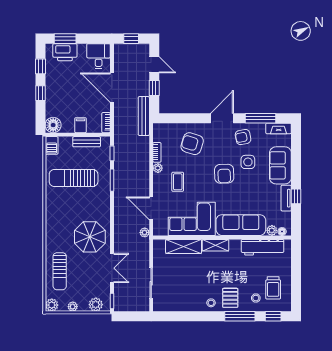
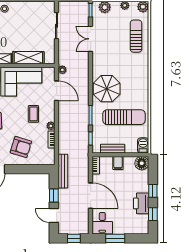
window: (65, 39) -> (115, 238), moved
printer: (65, 52) -> (141, 203), moved, turned -90
parasol: (90, 237) -> (107, 89), moved

